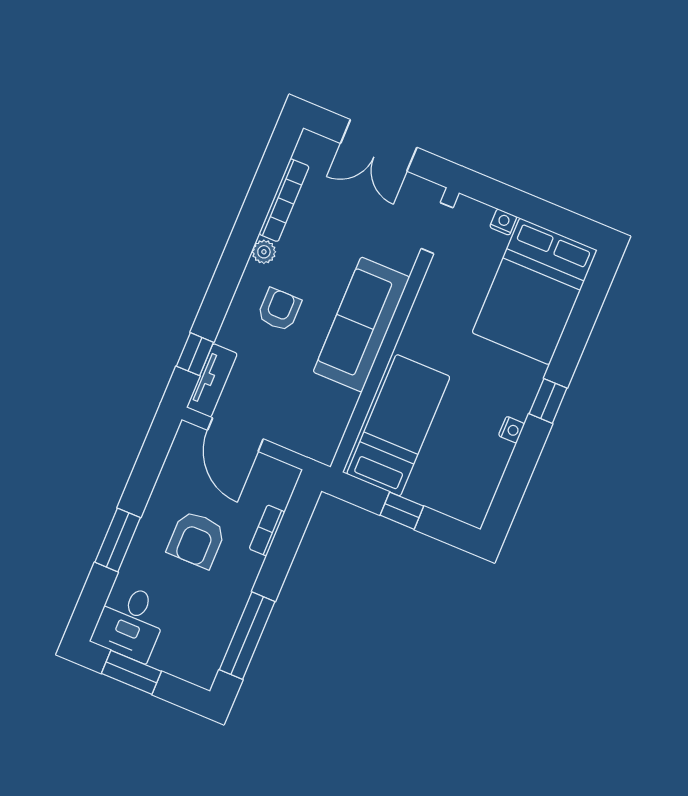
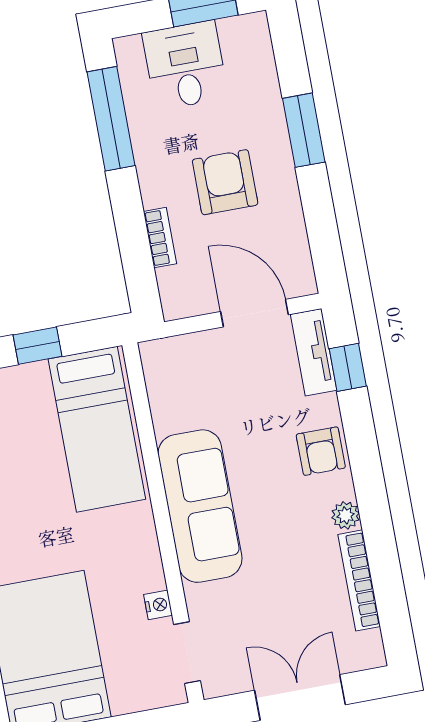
nightstand: (503, 222) -> (158, 605), moved, turned -90
armchair: (279, 310) -> (321, 451), moved
desk: (130, 622) -> (185, 65), moved

